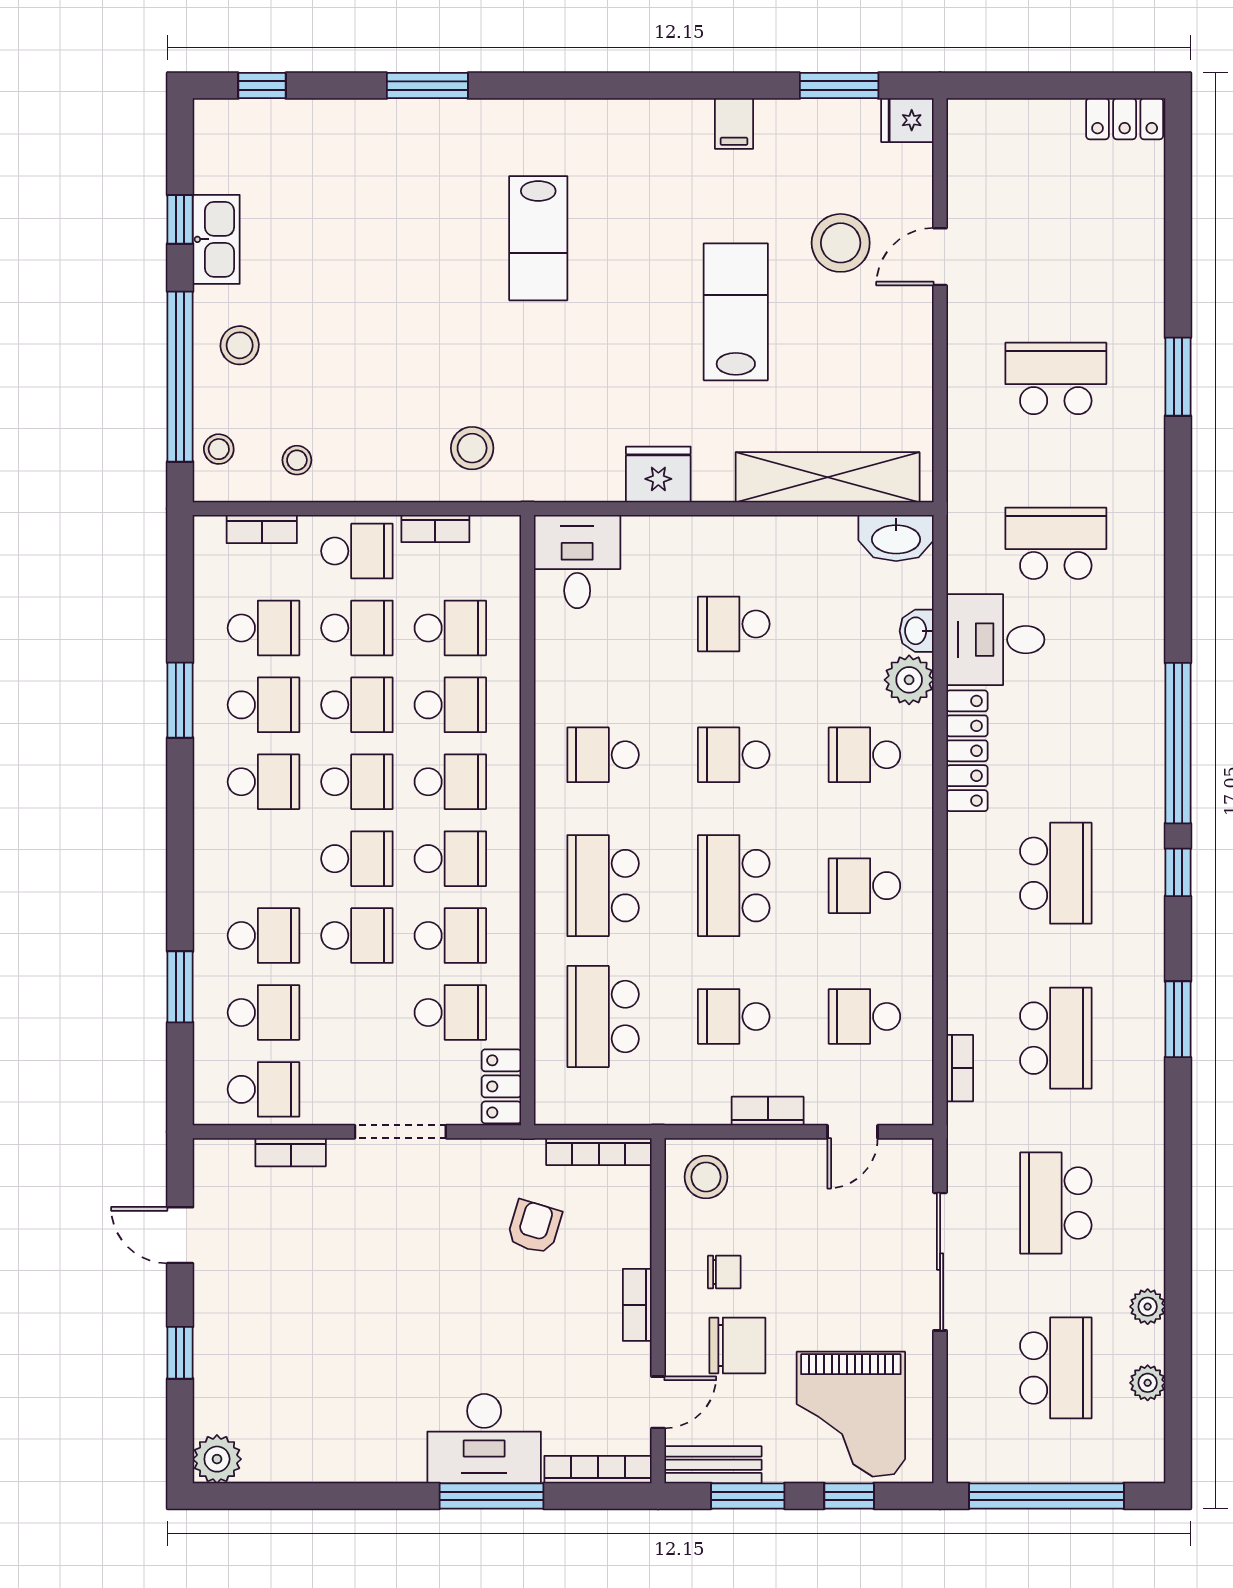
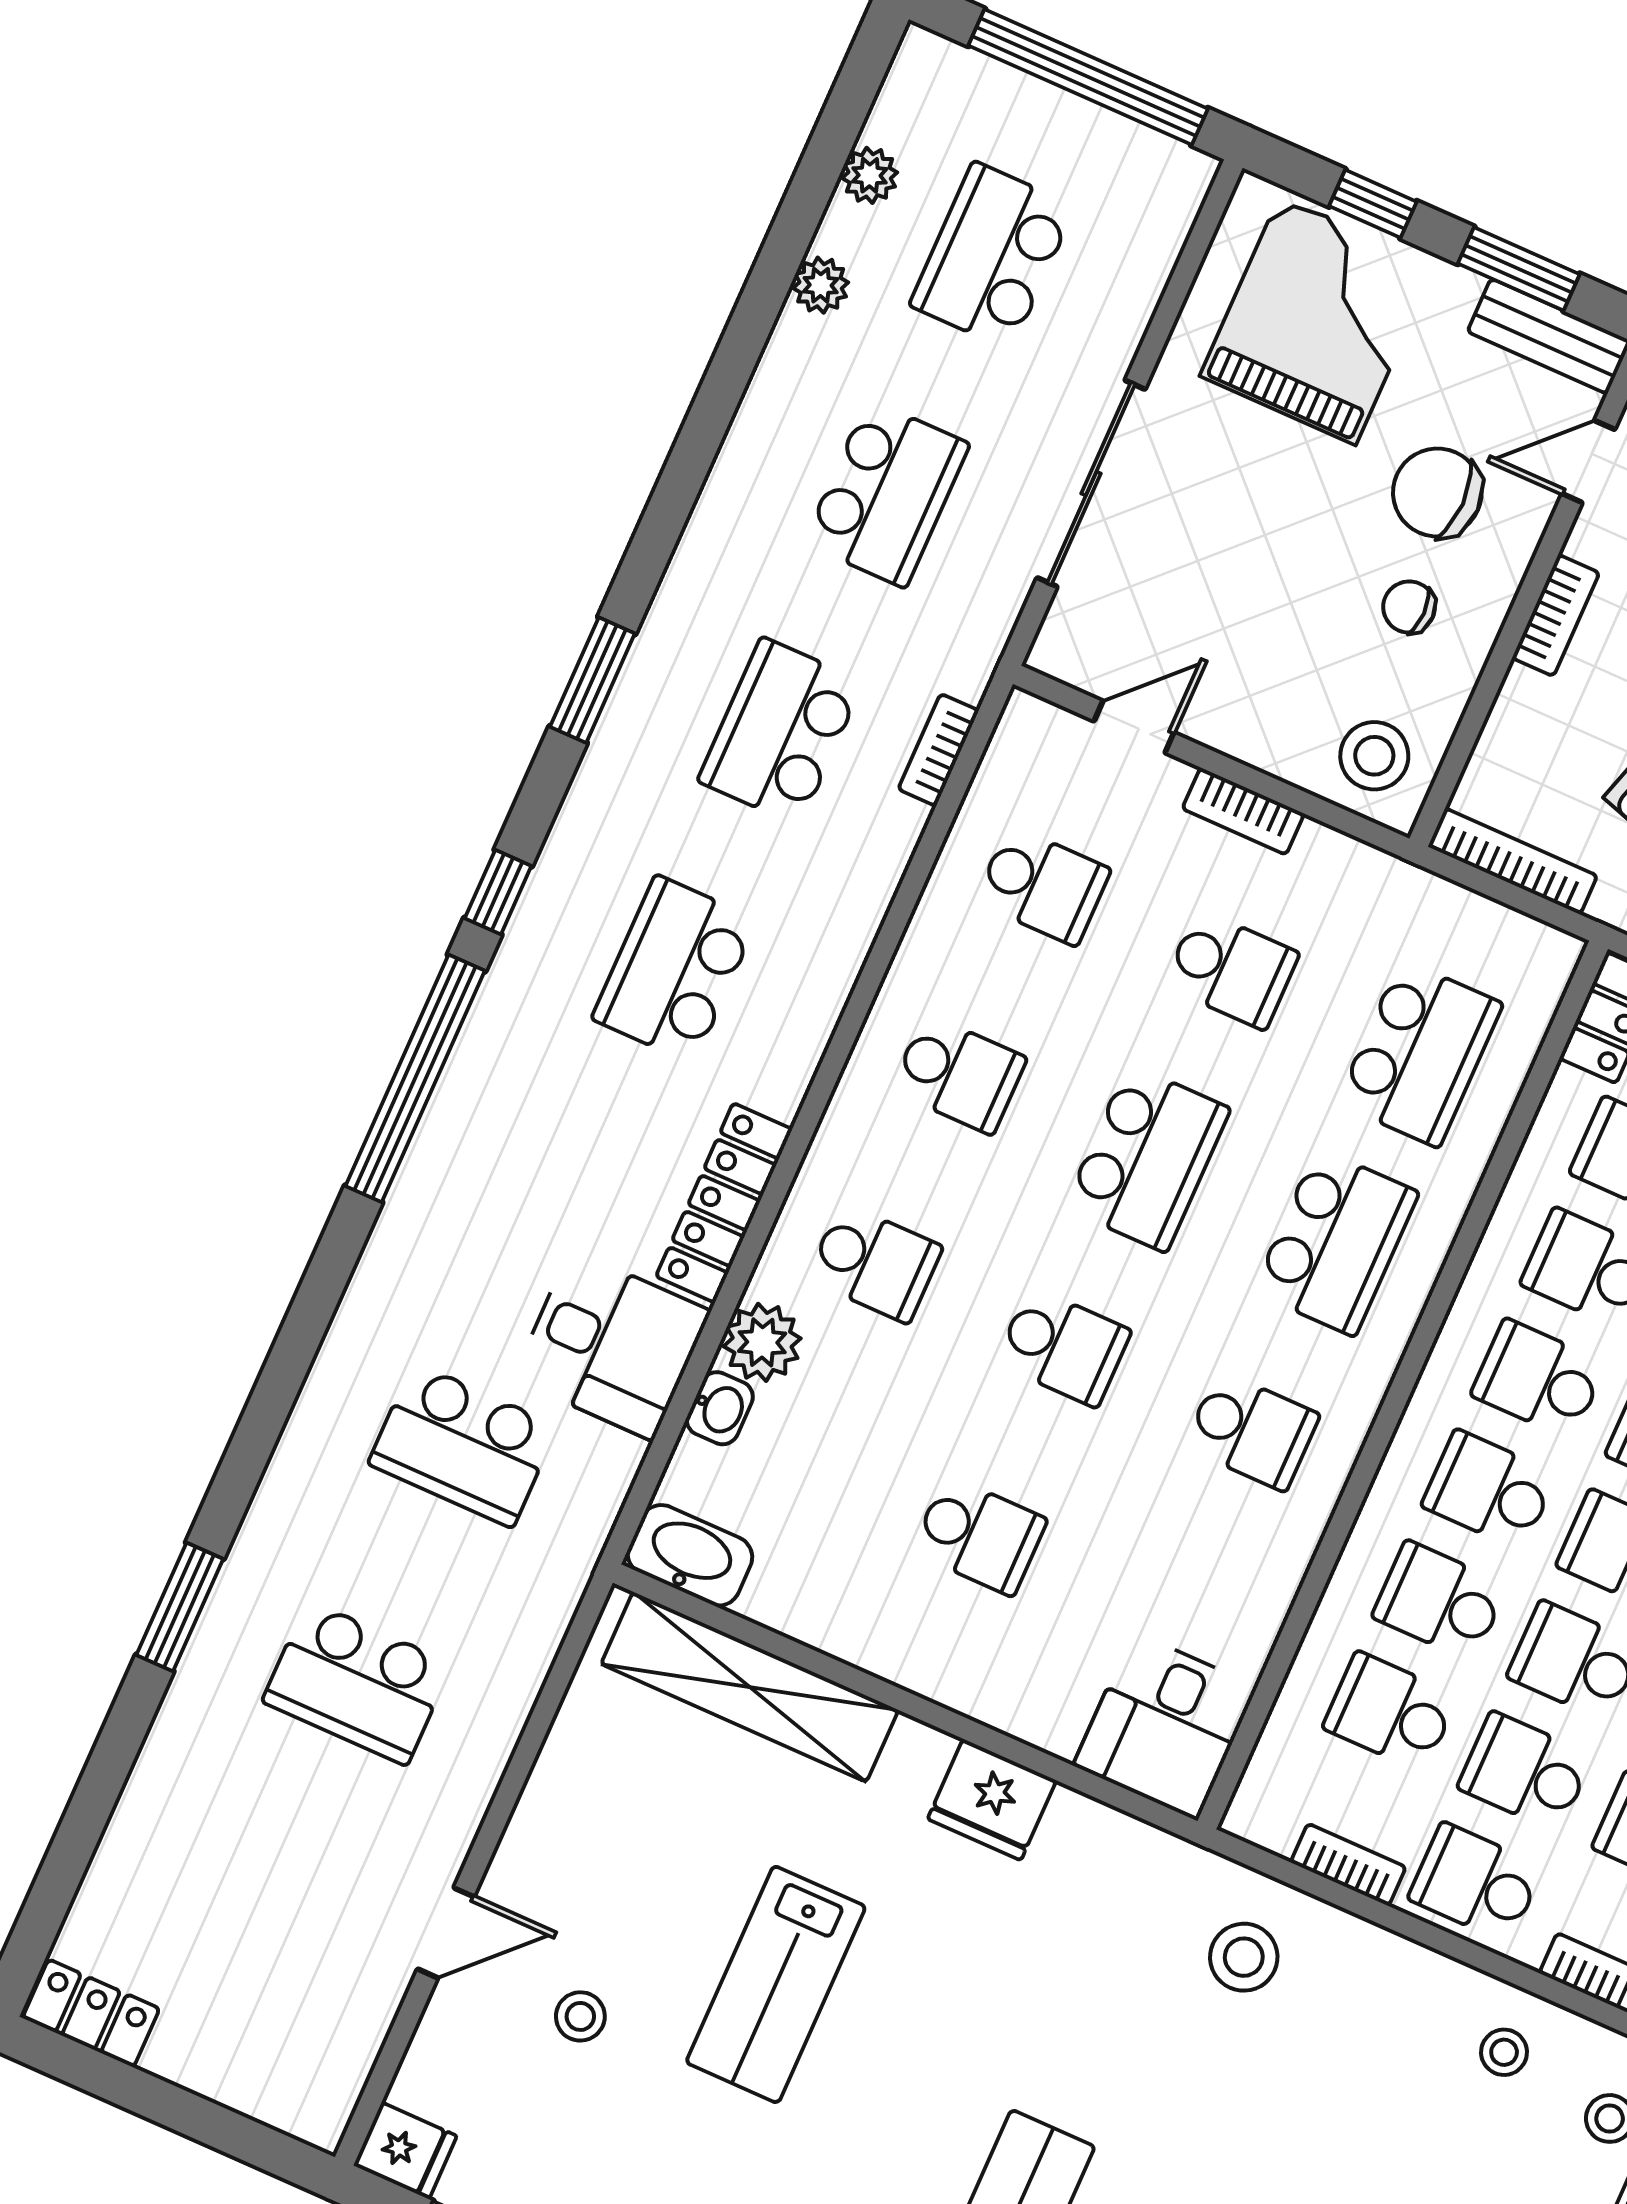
stool: (841, 243) -> (580, 2016), width x0.53, depth x0.53

